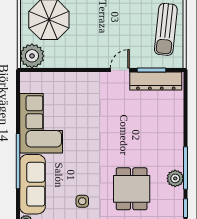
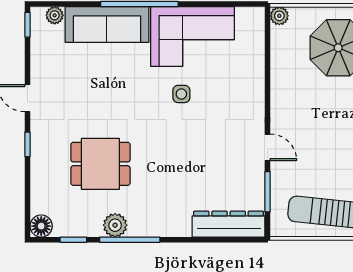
plant: (32, 56) -> (279, 16), width x0.53, depth x0.53
dresser: (156, 81) -> (229, 224), moved, turned 90
side table: (82, 201) -> (181, 94), moved

